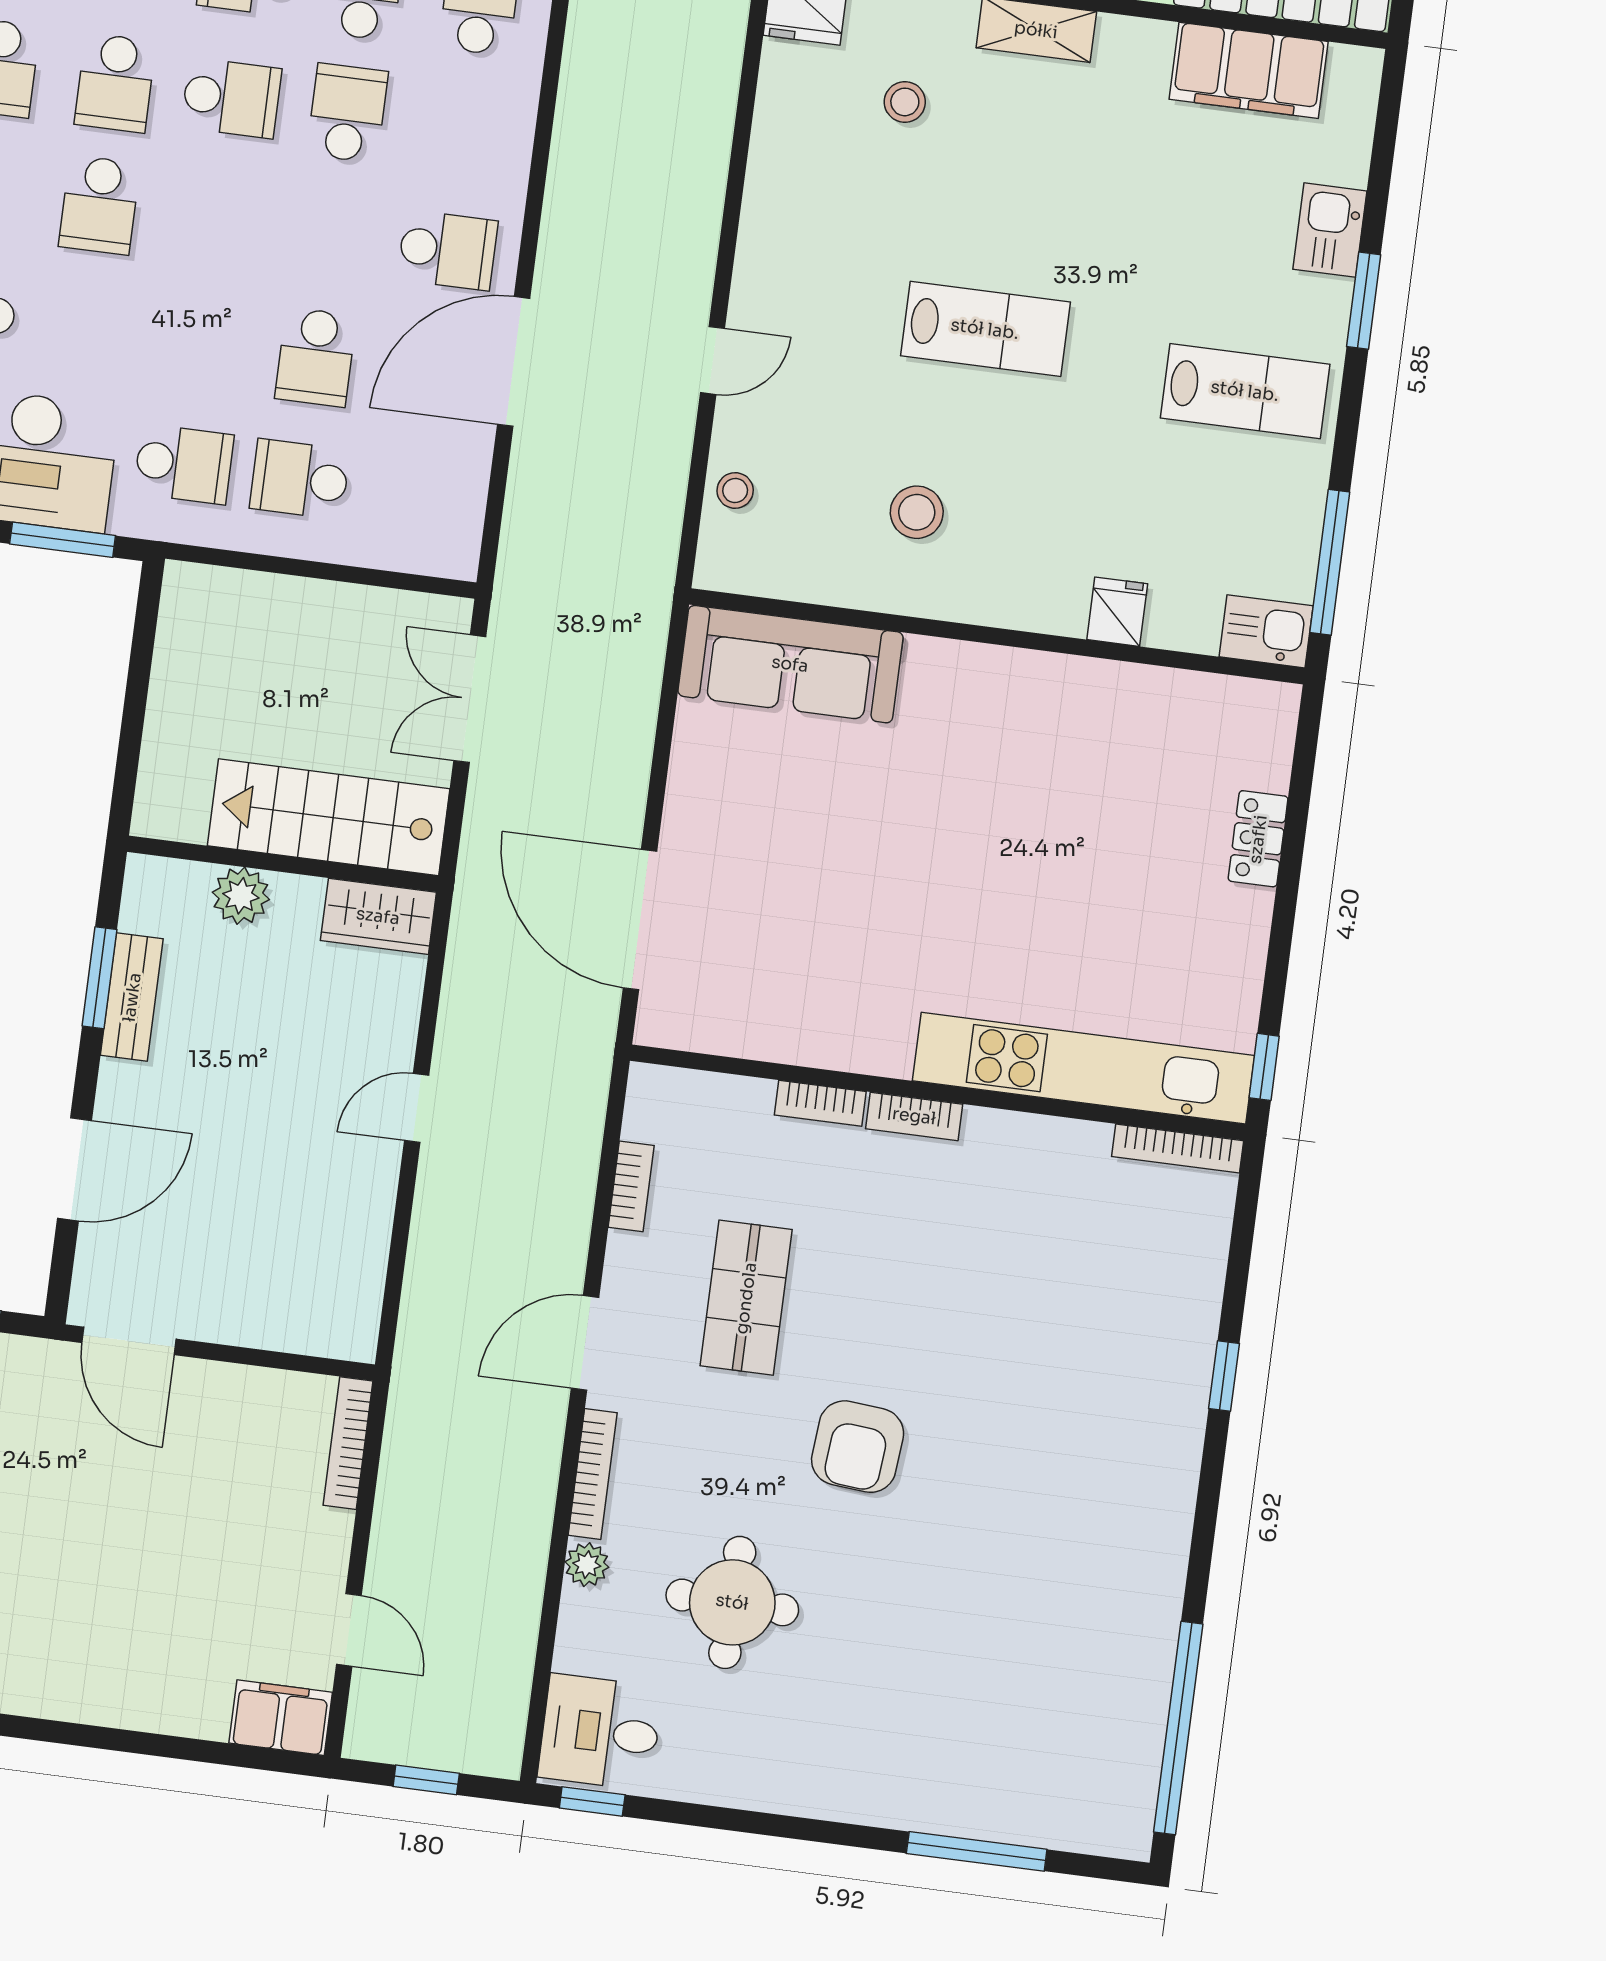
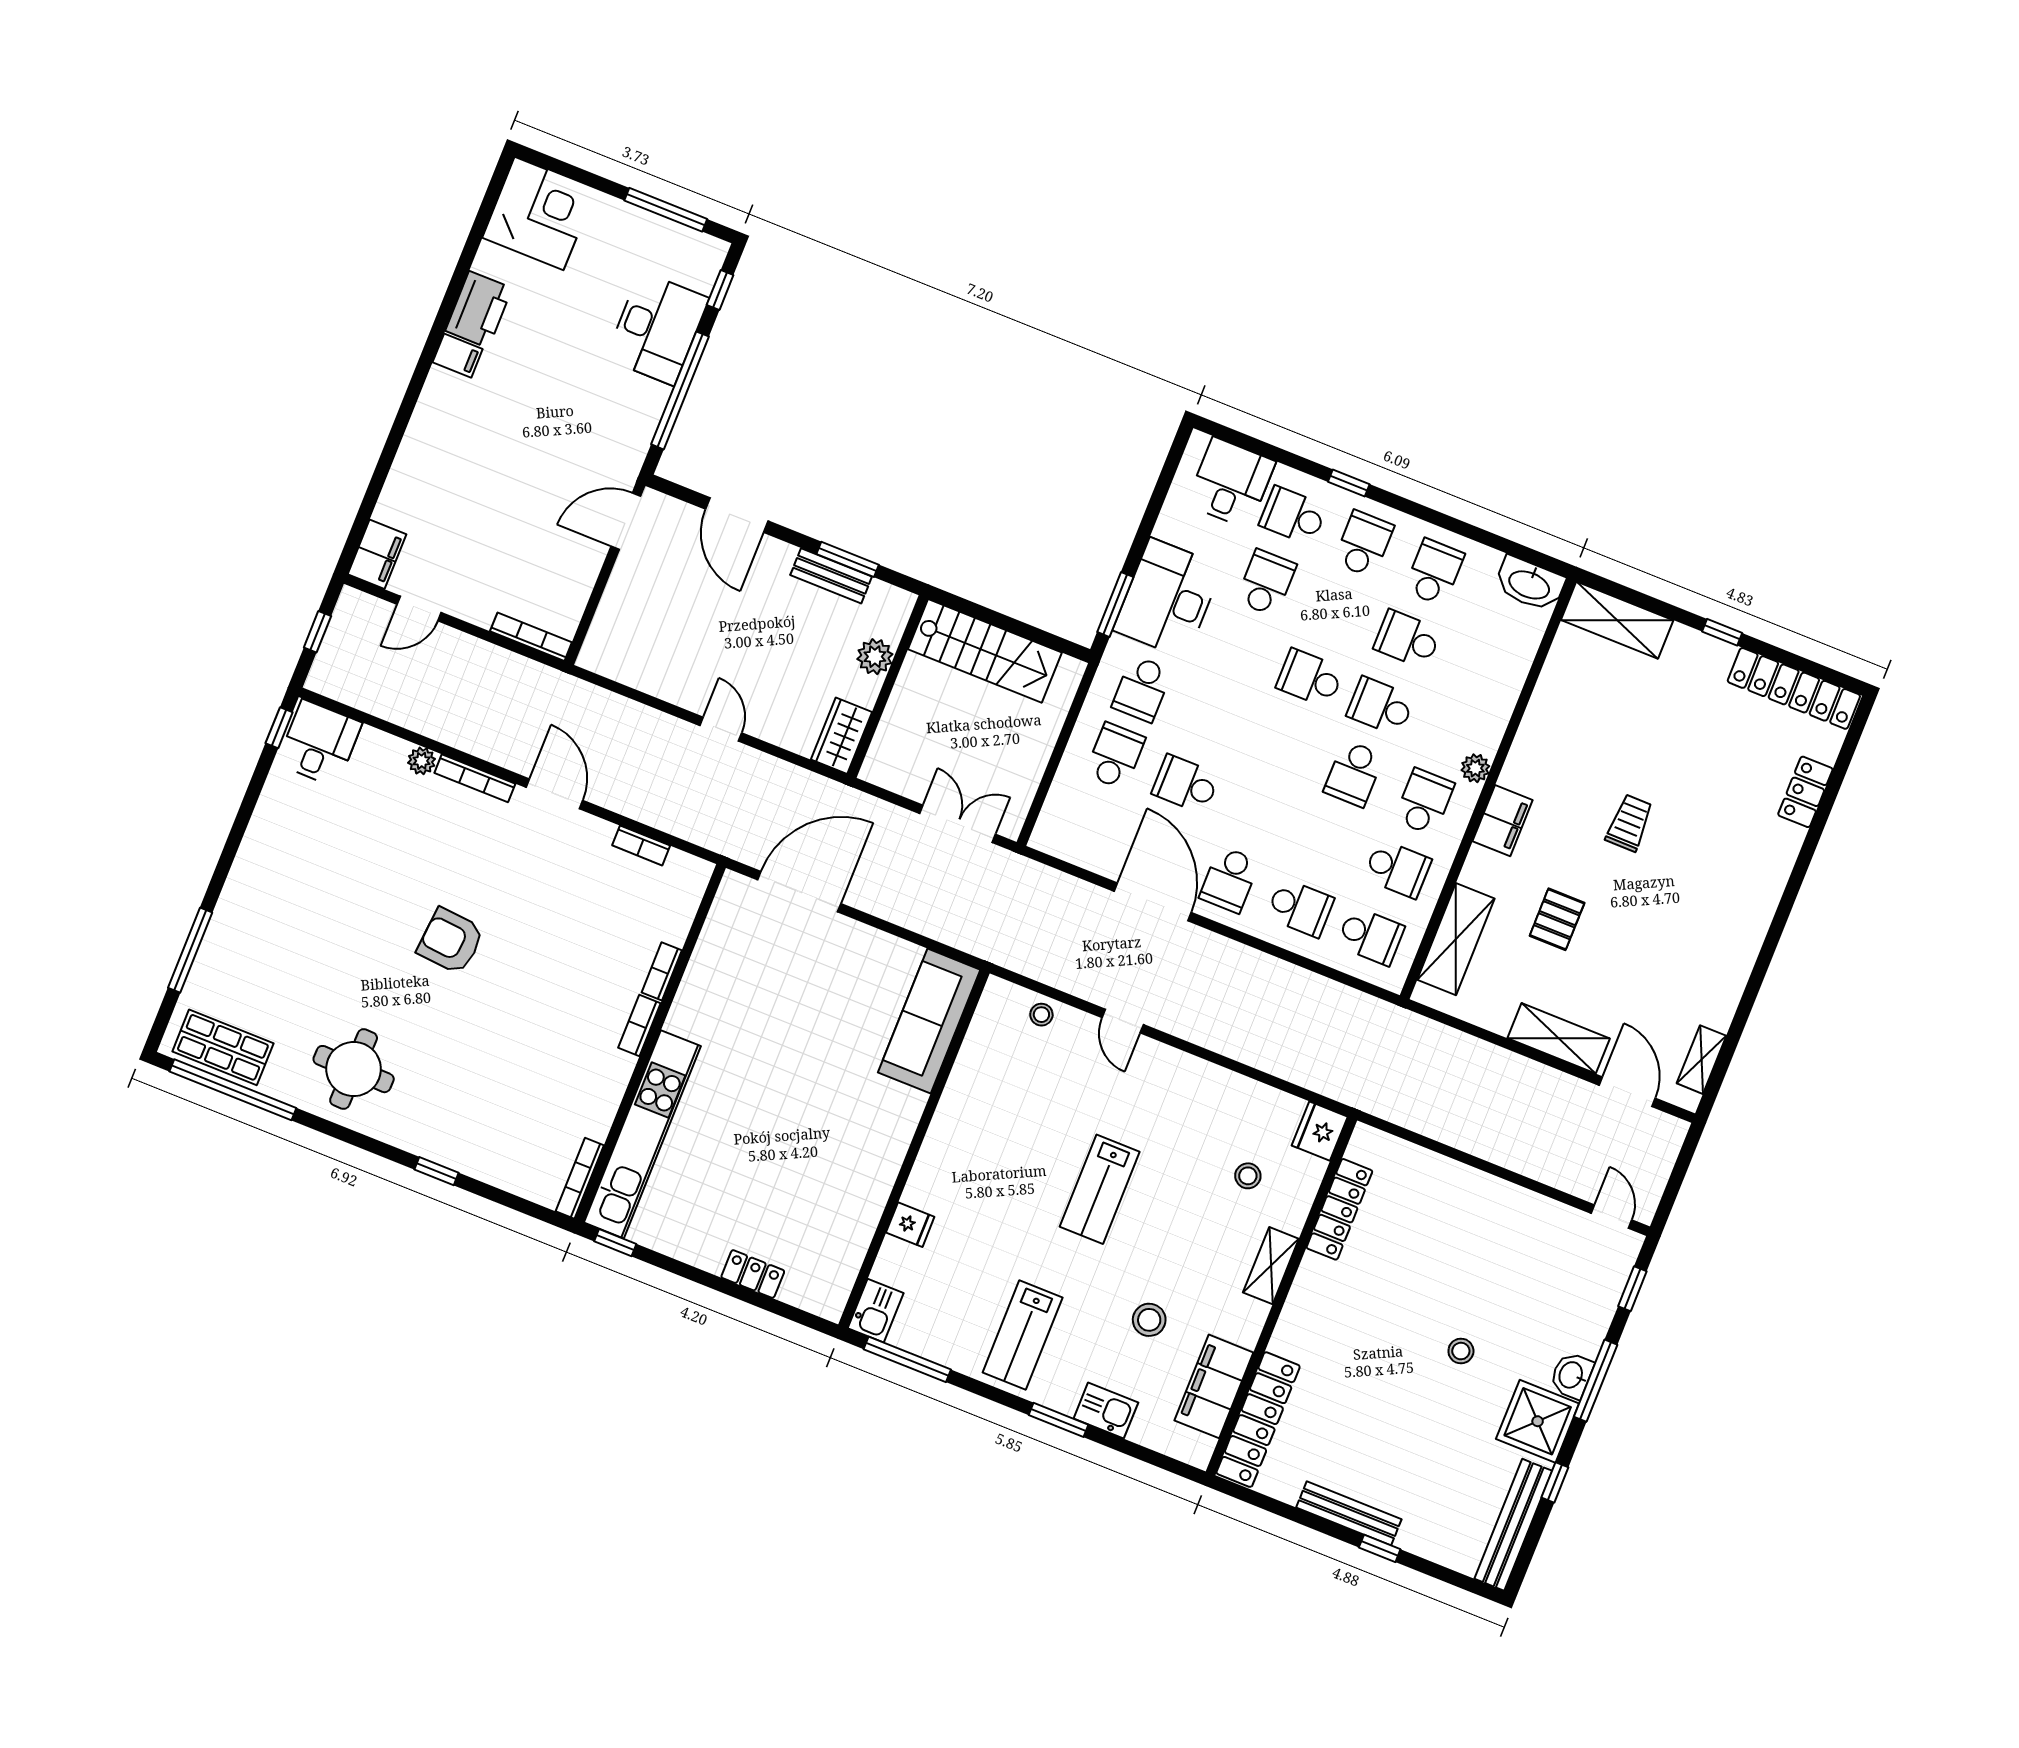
school desk: (347, 113) -> (1300, 908), moved
stool: (917, 512) -> (1149, 1320), moved
stairs: (329, 817) -> (985, 651), moved, turned 90
shop shelf: (746, 1298) -> (223, 1047), moved
round table: (732, 1602) -> (354, 1069), moved

